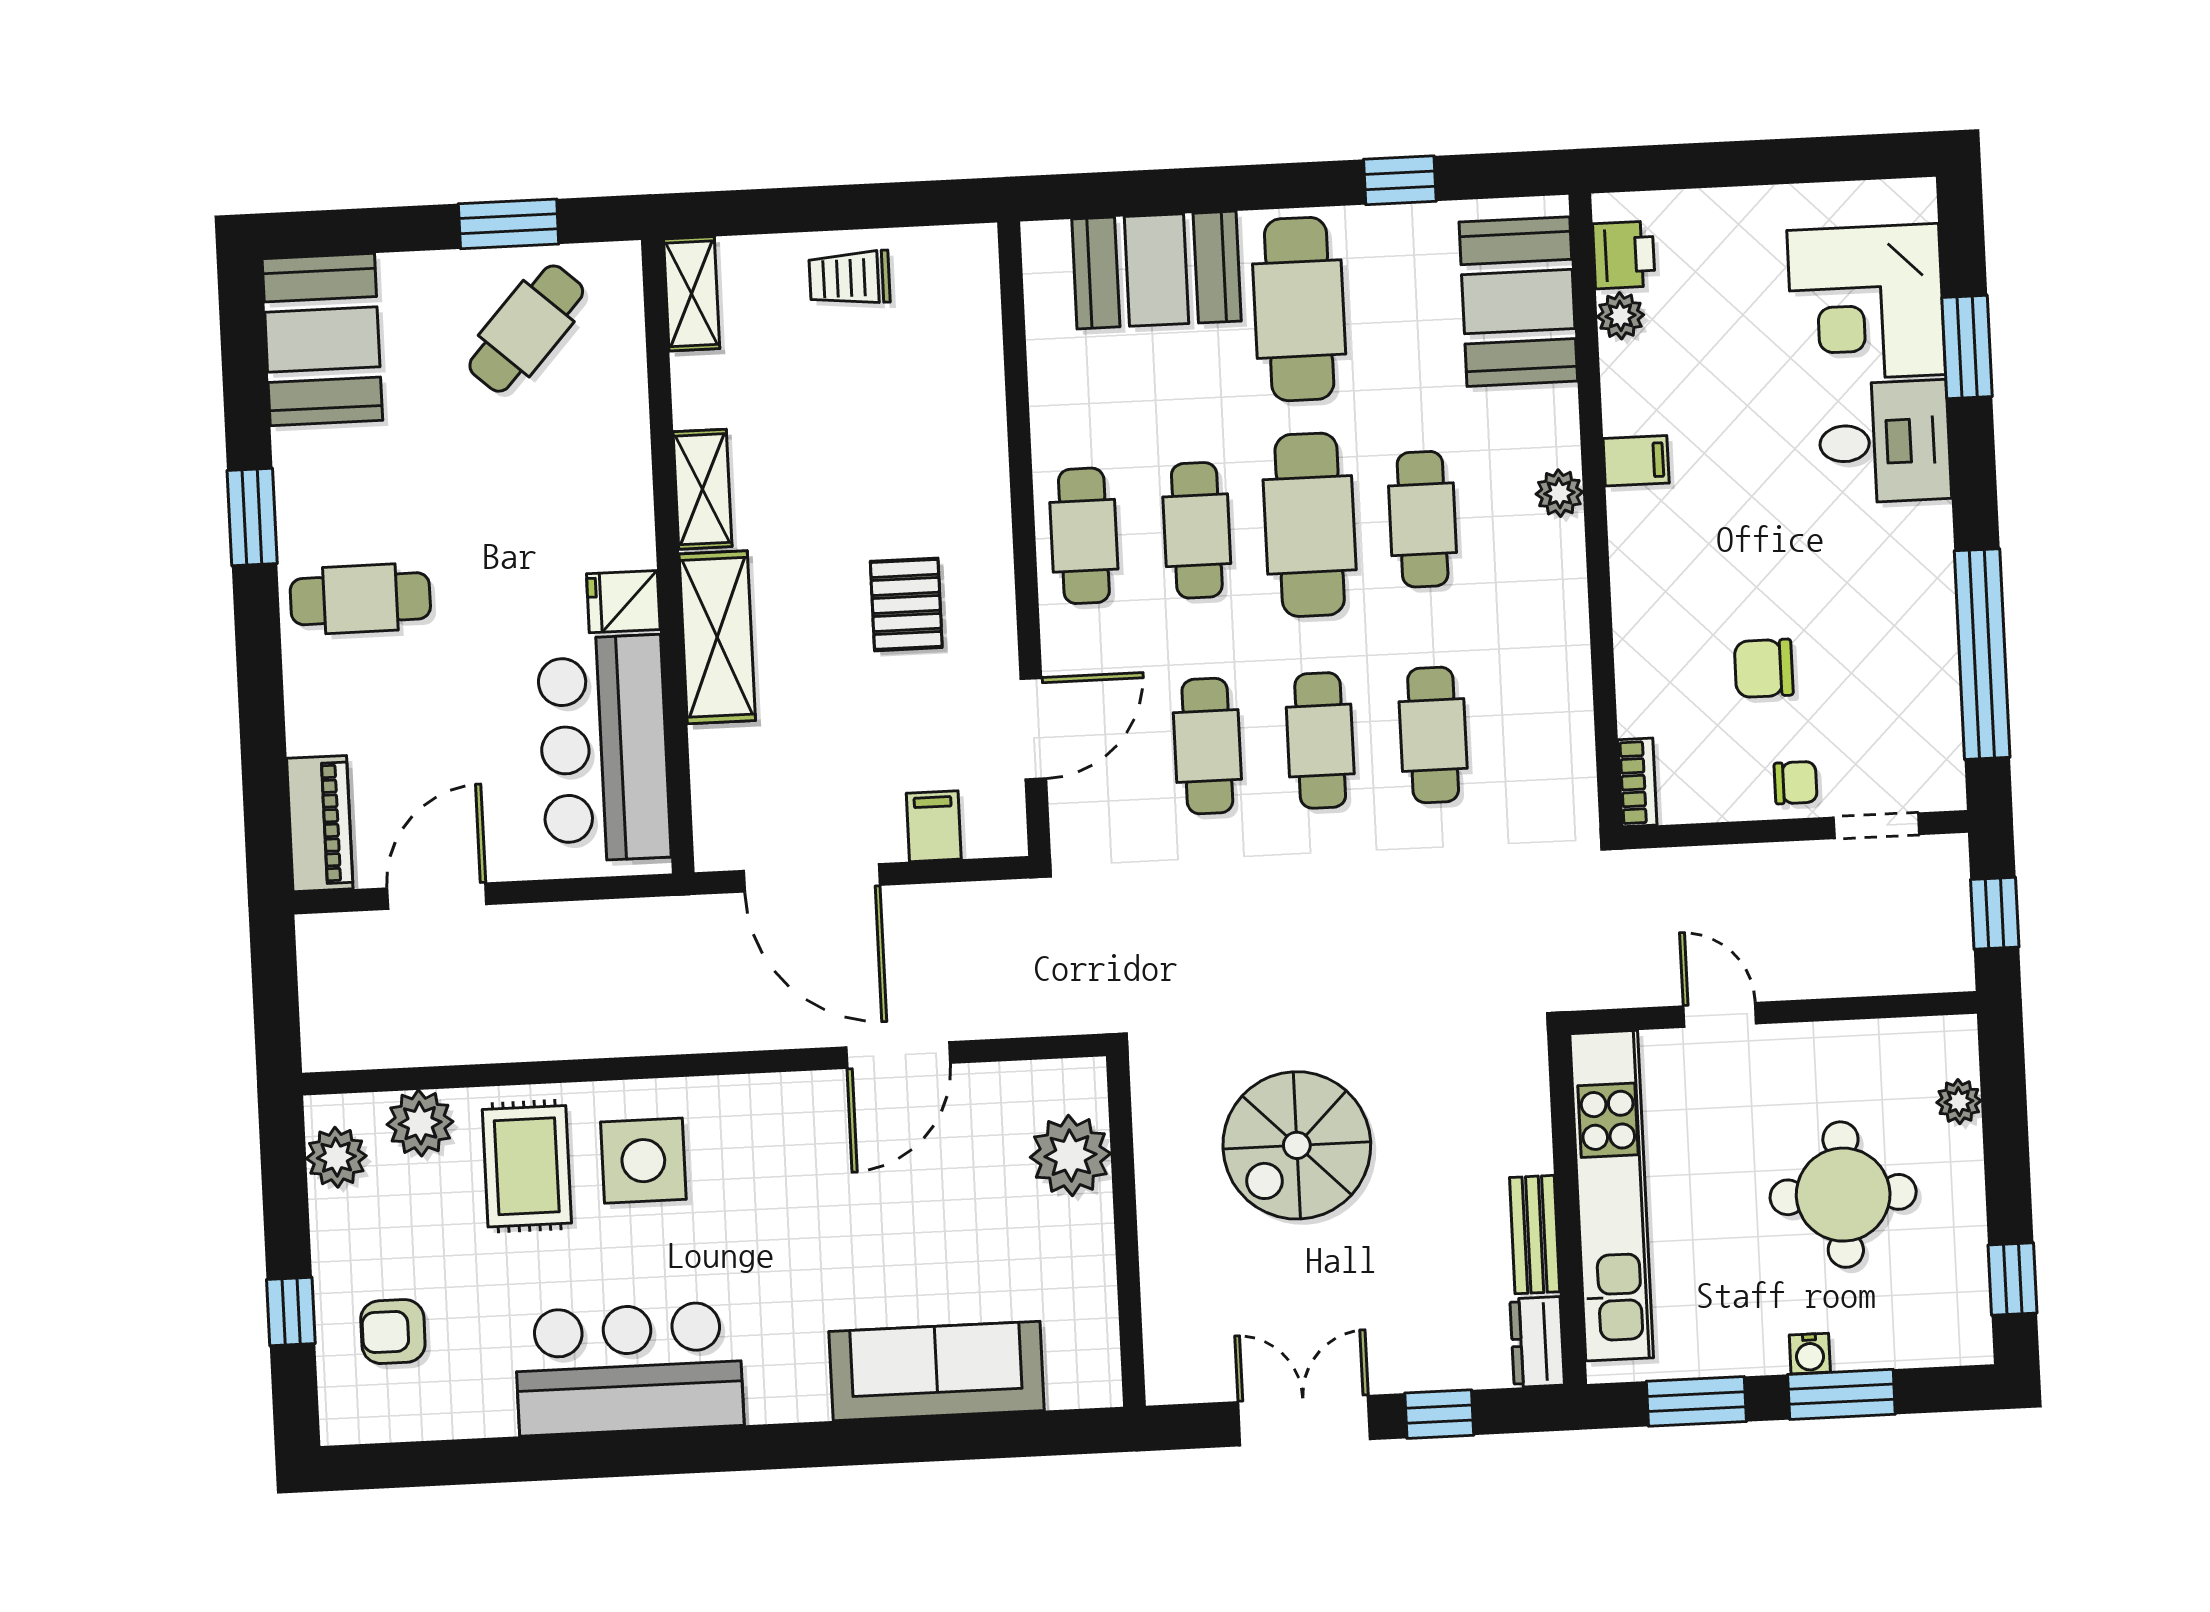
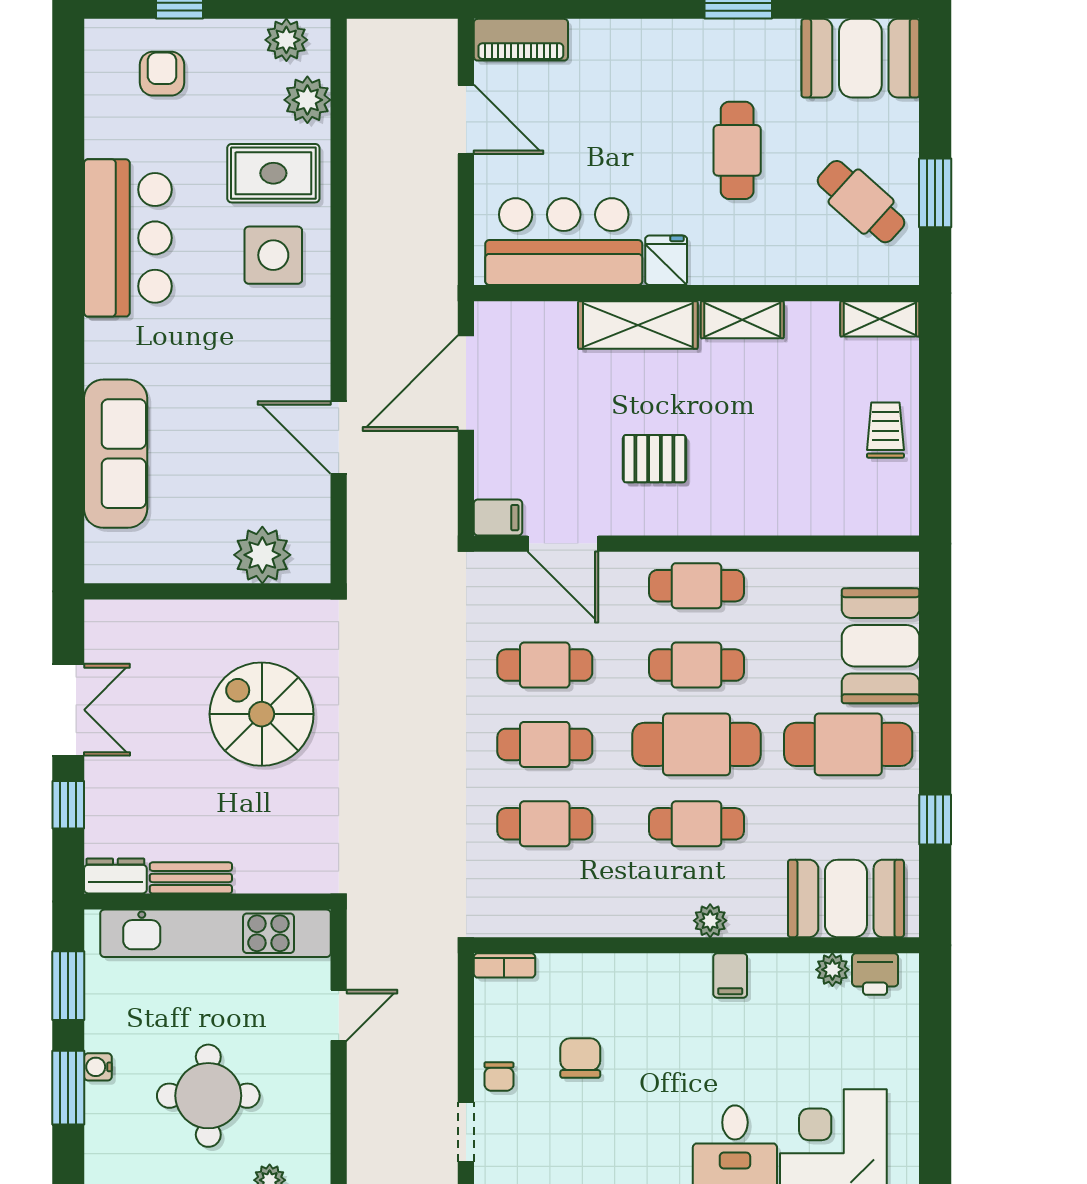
cafe table: (360, 599) -> (737, 150), moved
filing cabinet: (934, 826) -> (498, 518), moved

